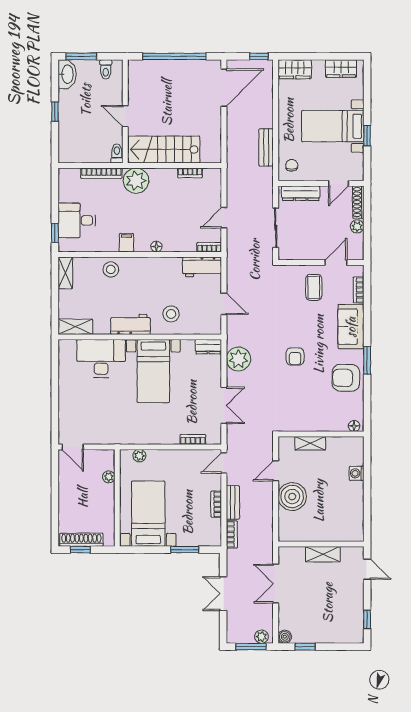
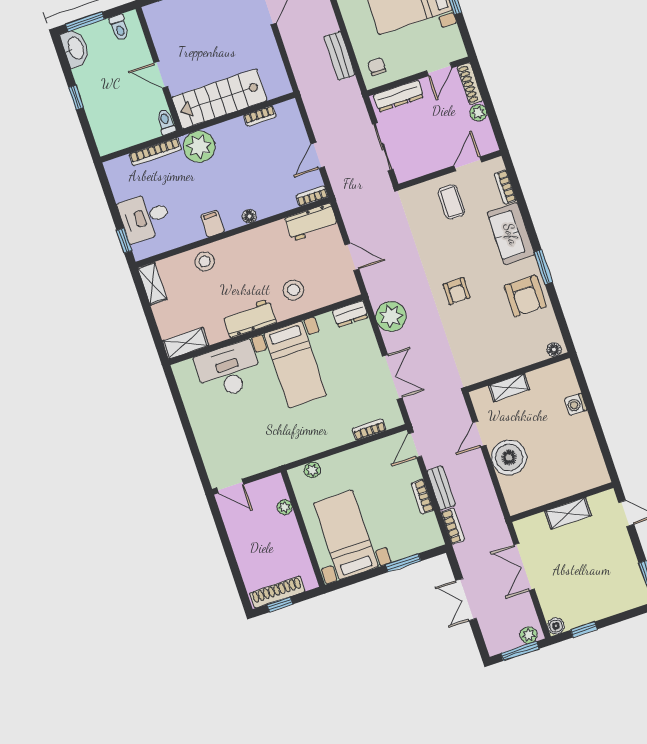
armchair: (346, 378) -> (525, 296), turned -90

